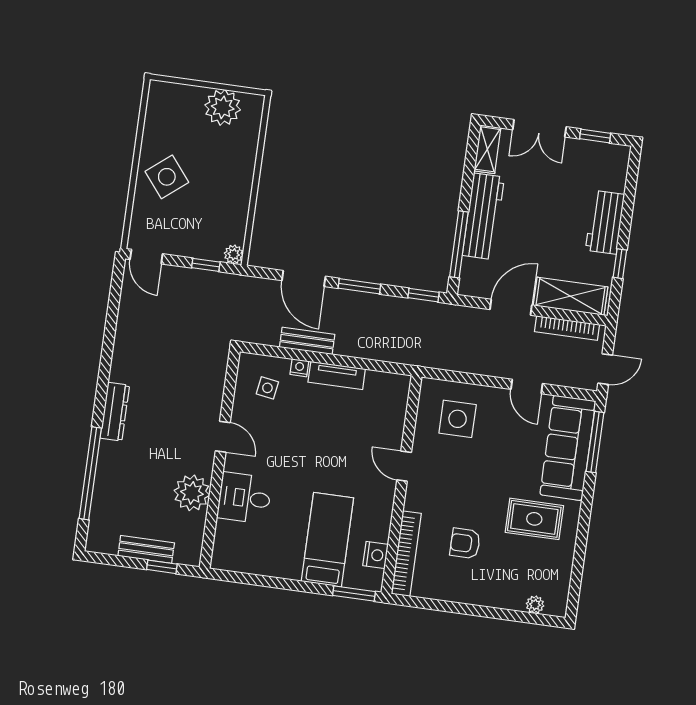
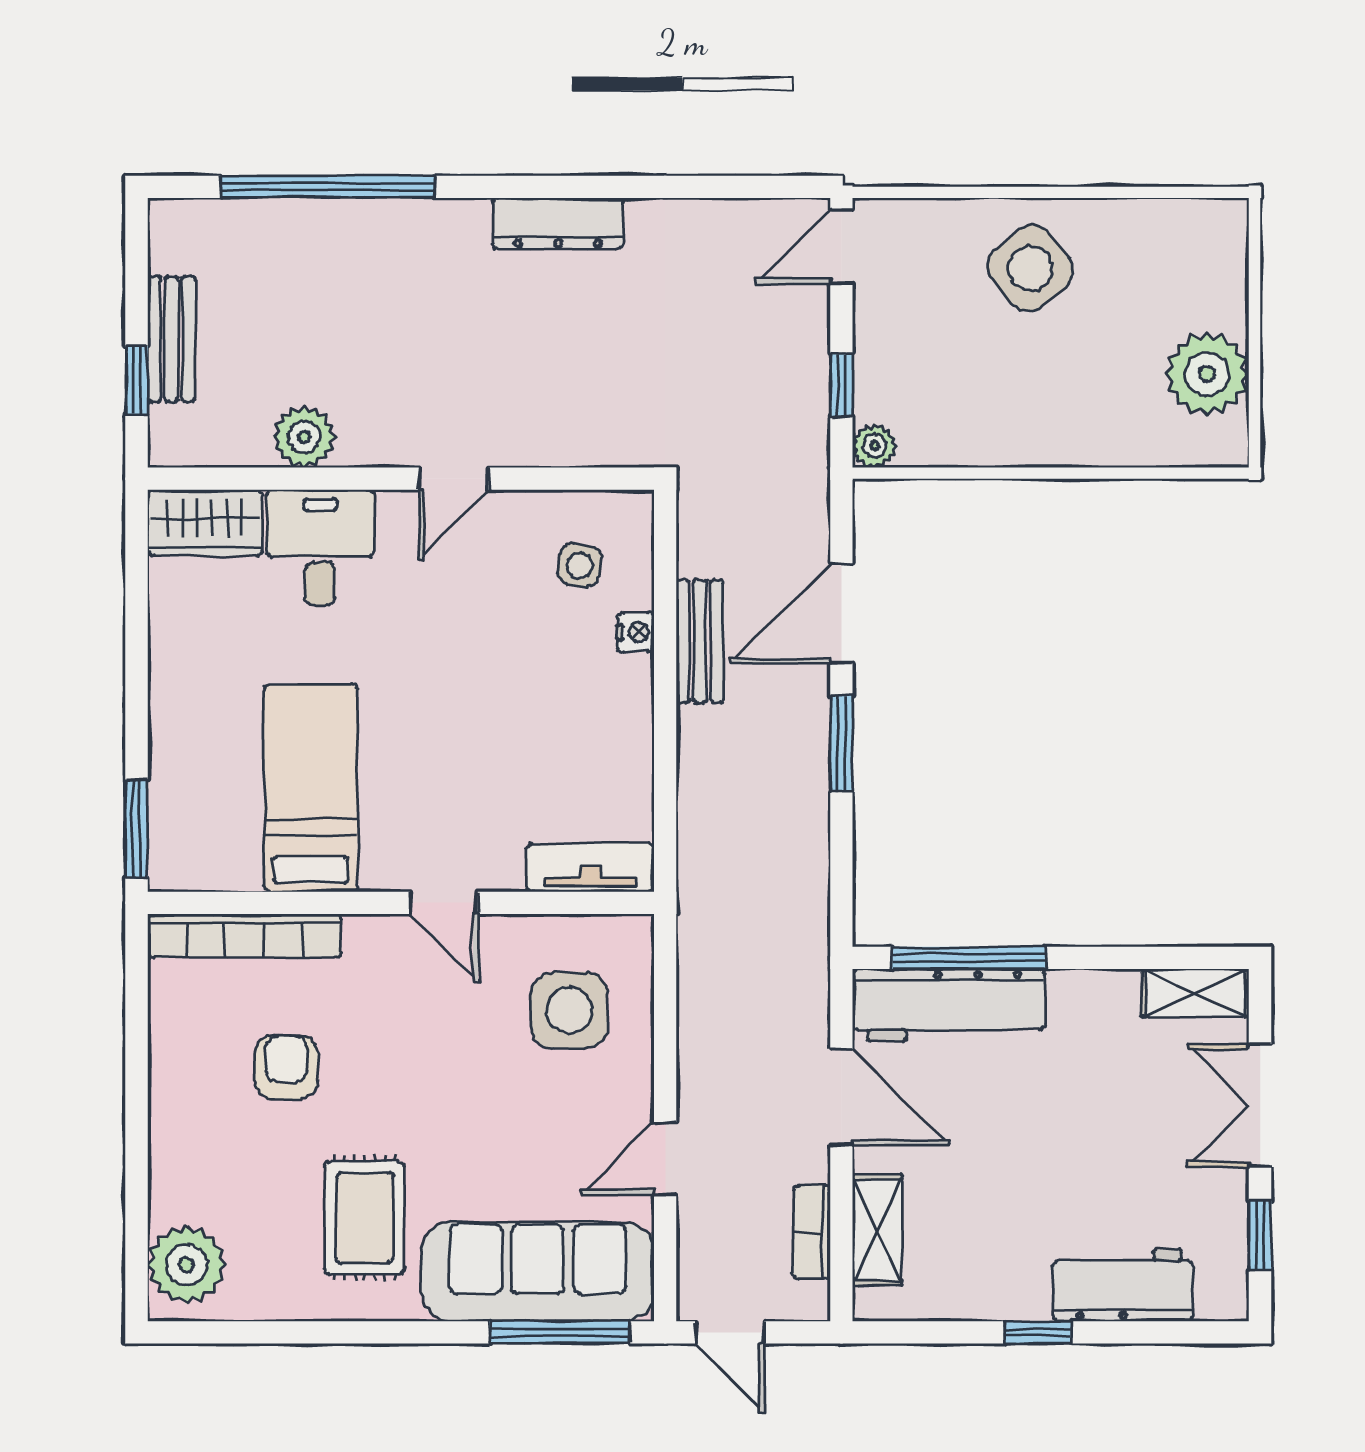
workbench: (483, 216) -> (949, 1005), moved
workbench: (605, 222) -> (1123, 1285), moved
window: (620, 264) -> (1038, 1332), moved
window: (423, 295) -> (841, 893), removed
shelving: (571, 296) -> (877, 1230), width x0.67, depth x0.75
bookcase: (567, 328) -> (812, 1232), width x0.64
tv unit: (337, 375) -> (590, 867), moved, turned 90
dresser: (115, 412) -> (558, 223), moved
door: (404, 466) -> (444, 903), swing flipped
plant: (192, 493) -> (304, 437), width x0.73, depth x0.73
bed: (327, 540) -> (311, 788), moved, turned -90
wardrobe: (227, 546) -> (205, 523), added
nightstand: (376, 555) -> (231, 866), removed
plant: (535, 605) -> (186, 1265), width x1.88, depth x1.88

